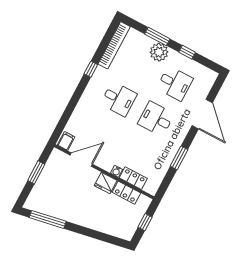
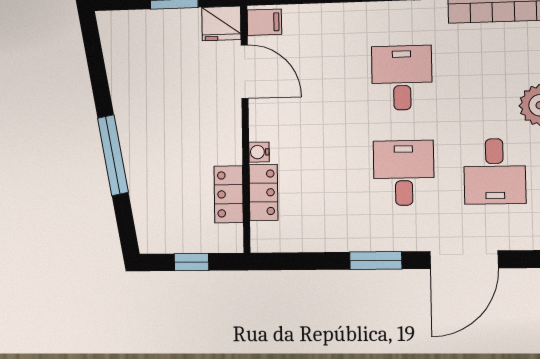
desk: (119, 99) -> (402, 78), turned 180
window: (179, 158) -> (376, 260), moved
fridge: (106, 183) -> (221, 23), moved, turned -90
window: (48, 219) -> (113, 155), moved

